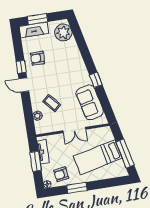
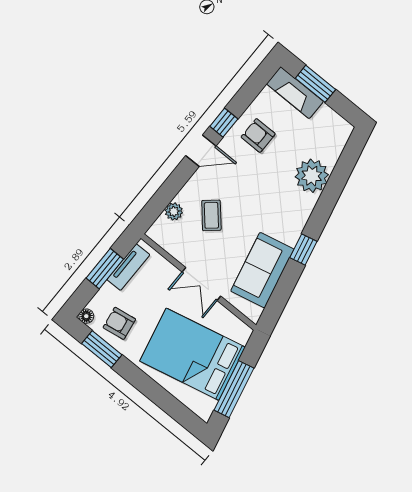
plant: (63, 32) -> (312, 176), moved
door: (24, 85) -> (201, 151), swing flipped
bed: (98, 157) -> (193, 354), width x1.50
window: (77, 188) -> (102, 349), moved

